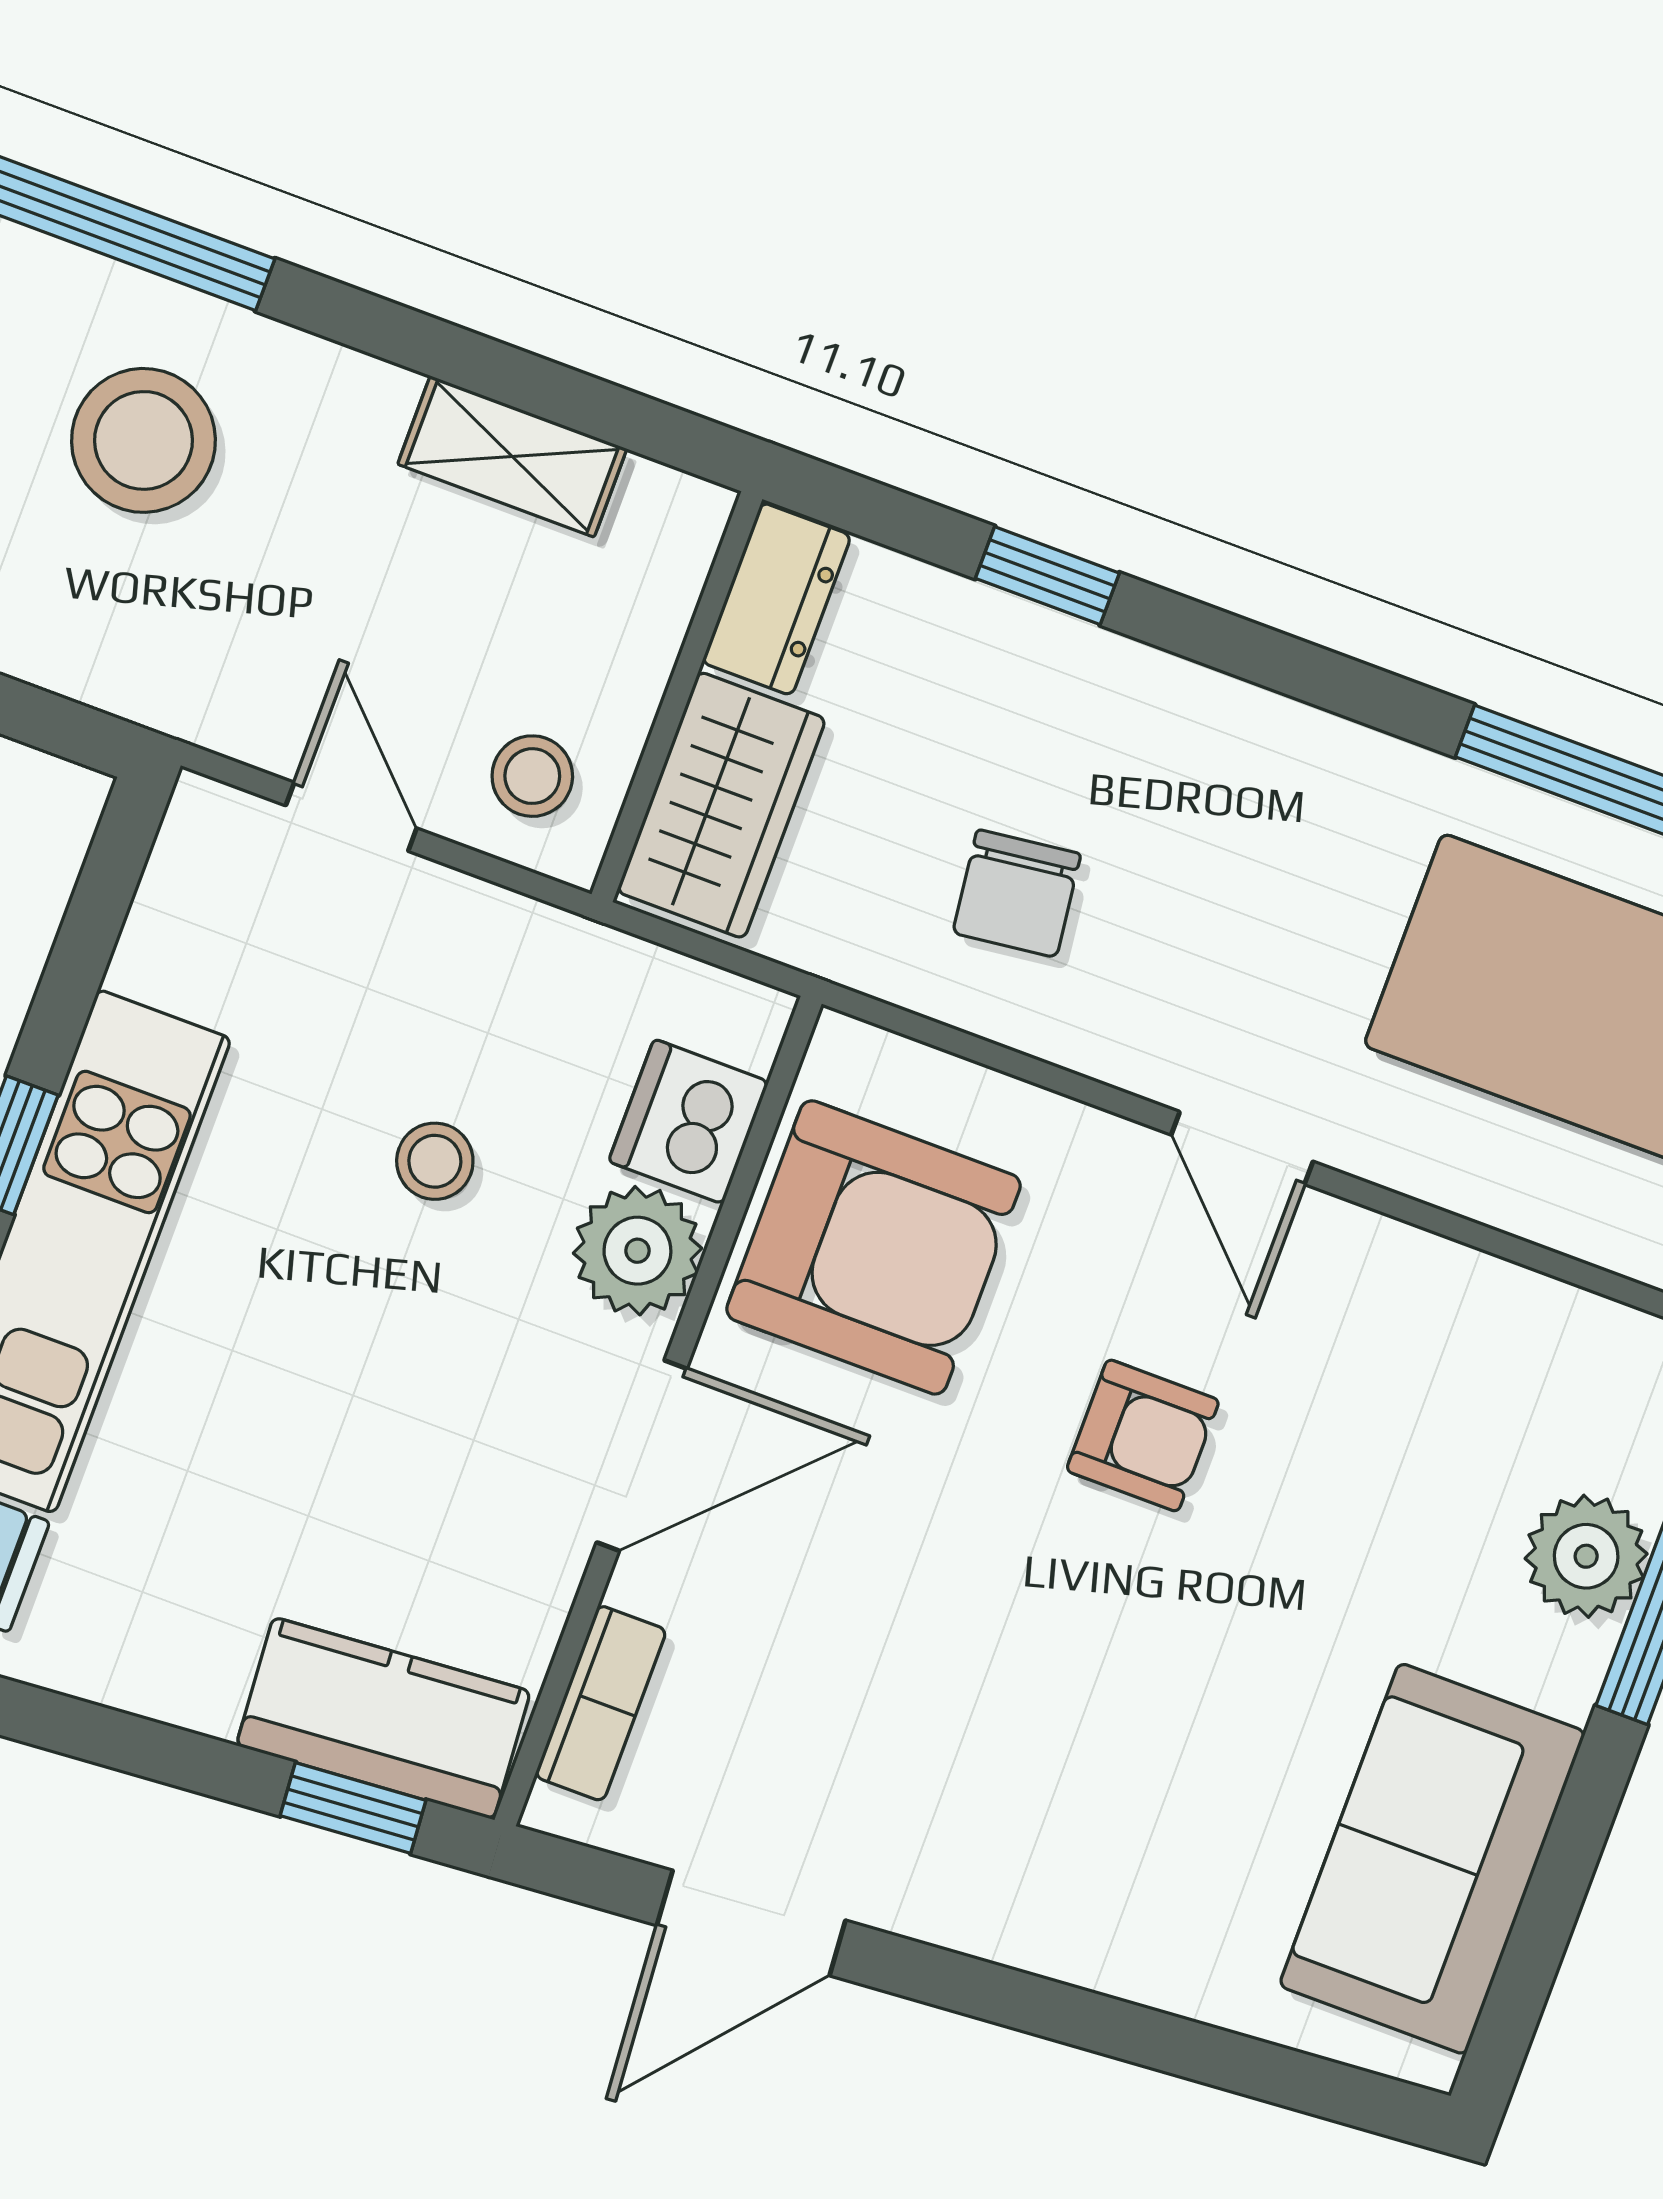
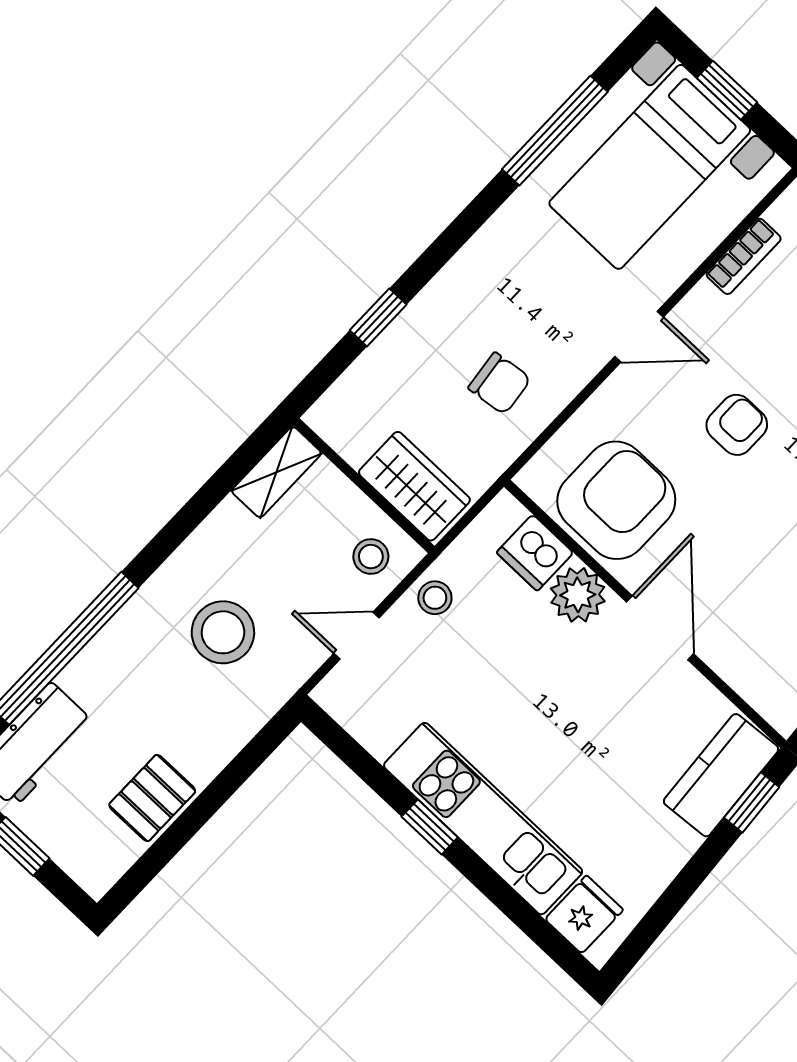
stool: (143, 440) -> (223, 632), moved
shelving: (512, 456) -> (276, 472), moved
dresser: (777, 599) -> (342, 429), removed
stool: (435, 1161) -> (435, 598), moved
bookcase: (601, 1703) -> (744, 256), moved, turned 90

